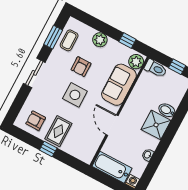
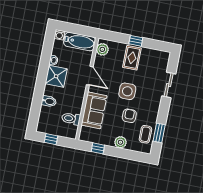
plant: (136, 62) -> (102, 49), moved
toilet: (156, 68) -> (71, 119), moved
sliding door: (34, 73) -> (169, 85), moved
armchair: (36, 121) -> (153, 61), removed
shower: (156, 125) -> (56, 76), moved

